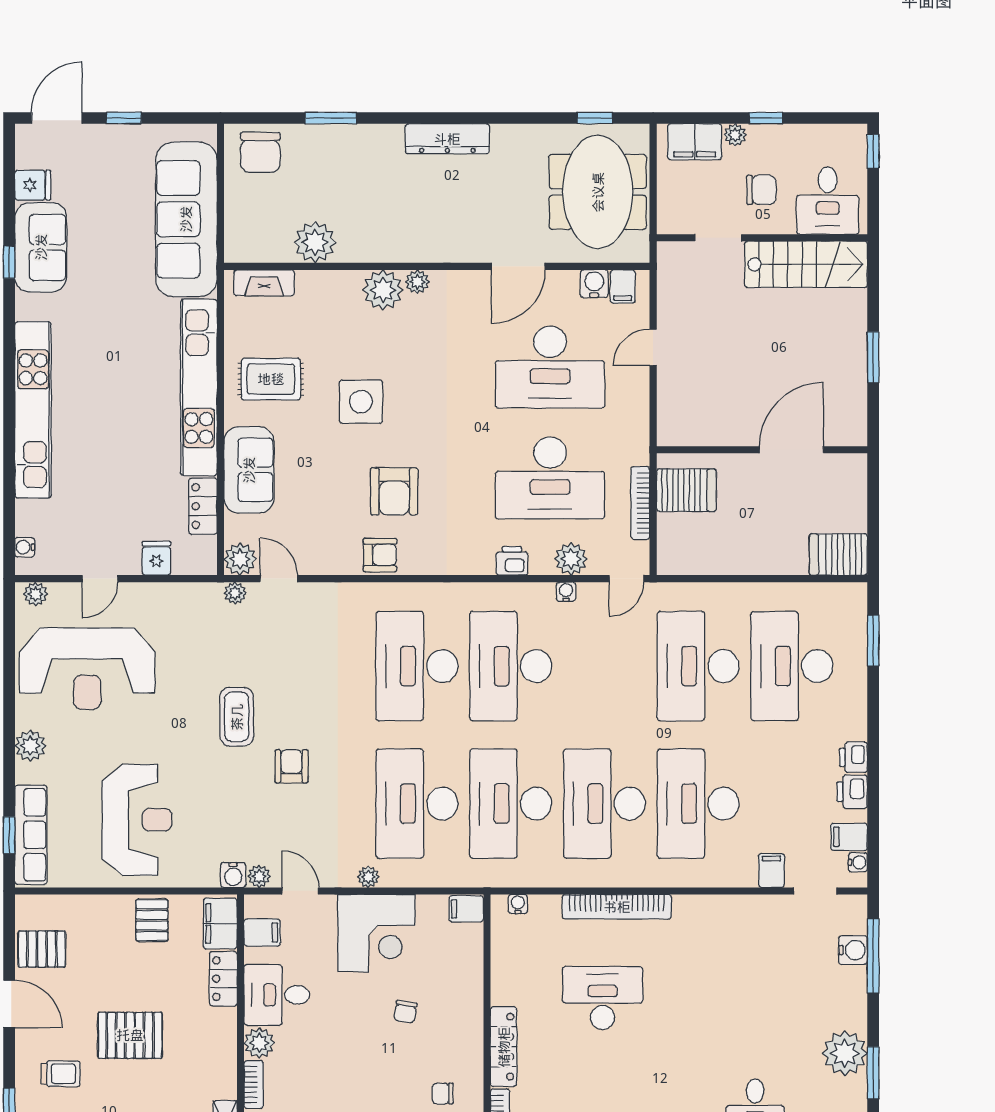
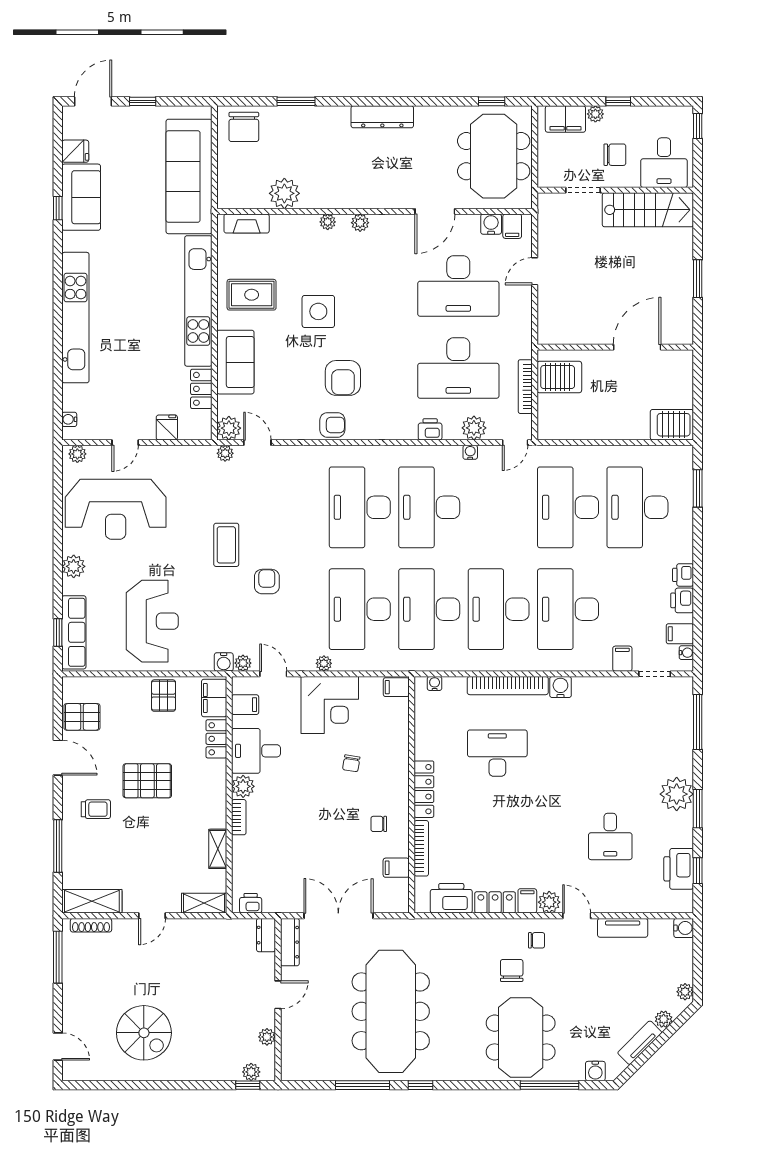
plant: (383, 290) -> (328, 222), width x0.53, depth x0.53
water cooler: (853, 950) -> (560, 687), moved, turned -90

